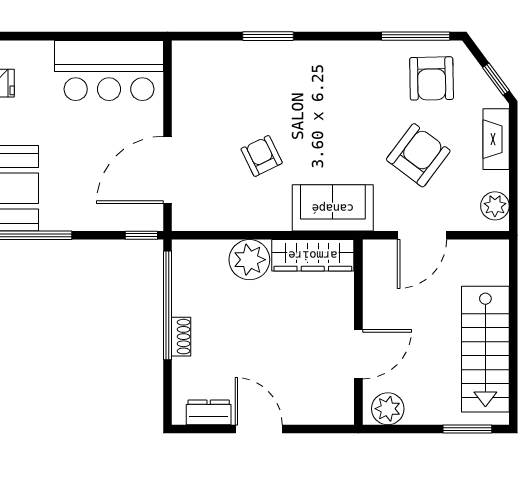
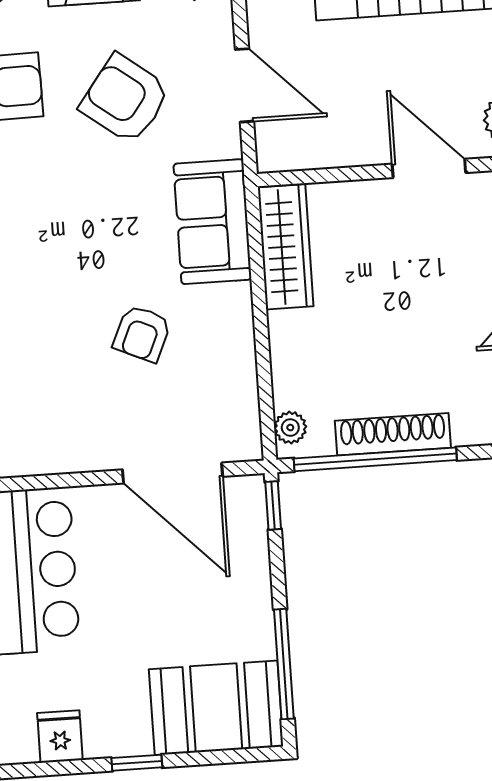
armchair: (262, 156) -> (142, 334), turned -40
plant: (249, 260) -> (290, 428), moved, width x0.53, depth x0.53
shoe rack: (181, 337) -> (393, 434), width x1.94, depth x1.24

